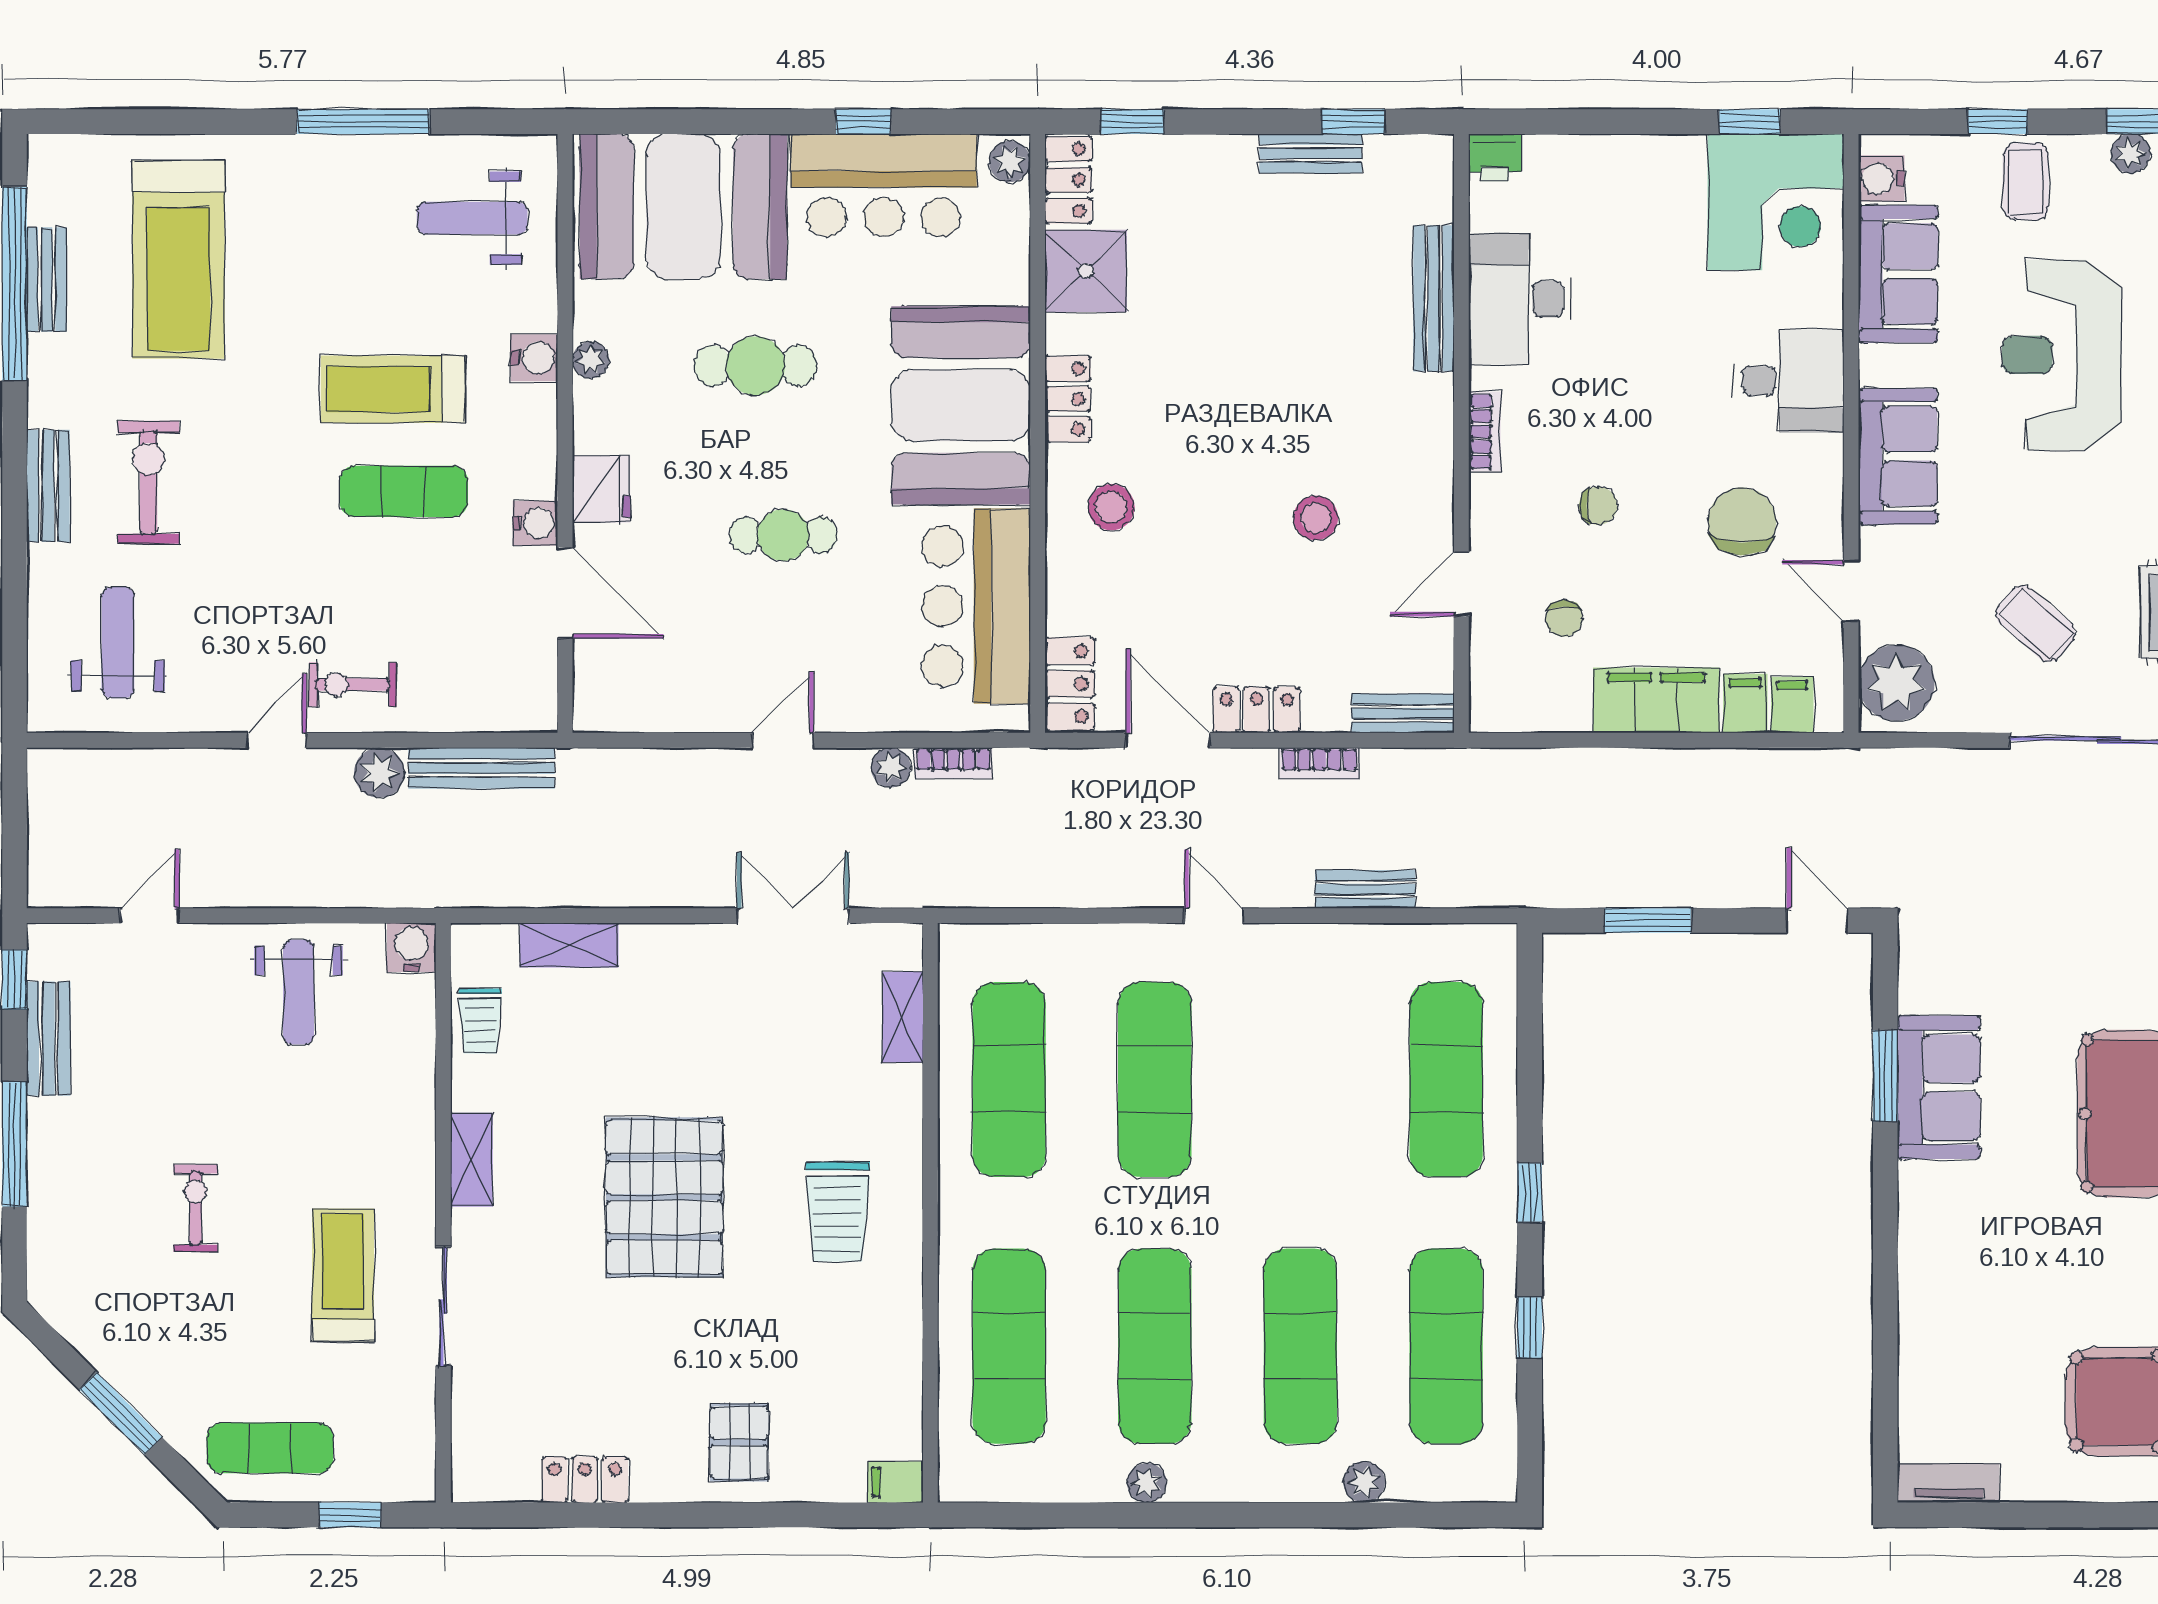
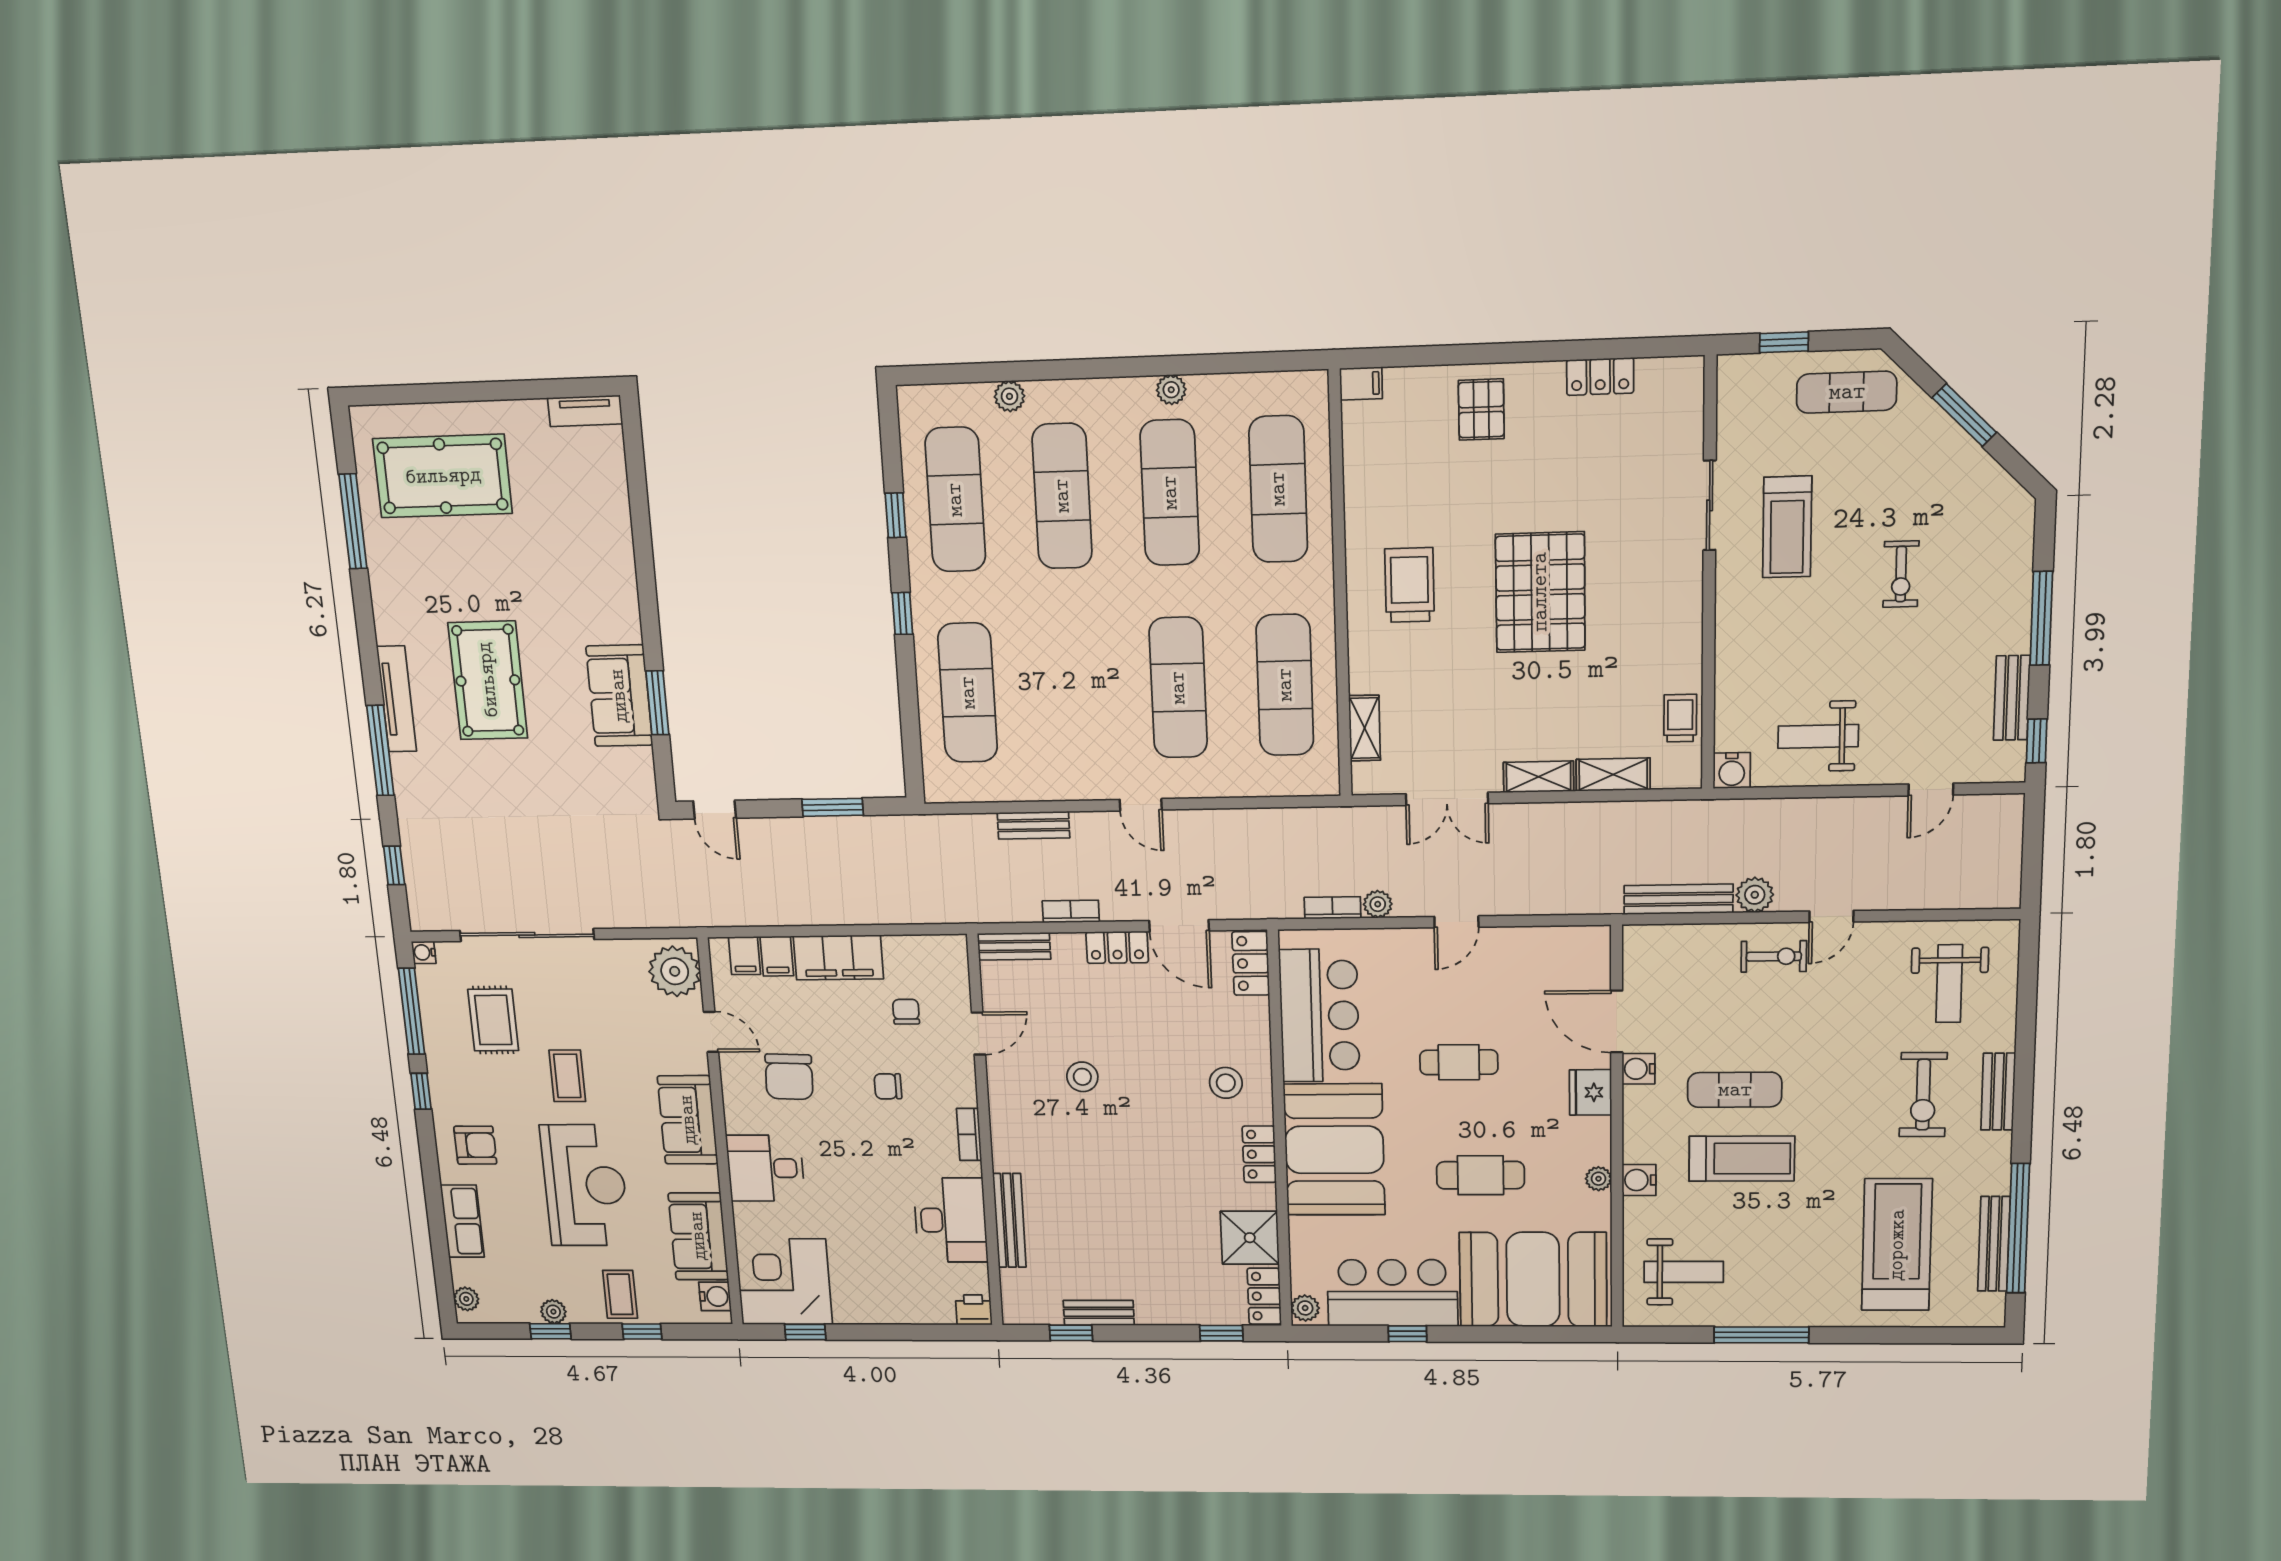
bench: (47, 279) -> (1994, 1244), width x1.36
coffee table: (2036, 623) -> (567, 1076), moved, turned 49
weight bench: (298, 992) -> (1818, 736), turned -90
shelving: (472, 1160) -> (1538, 777), moved, turned 90

